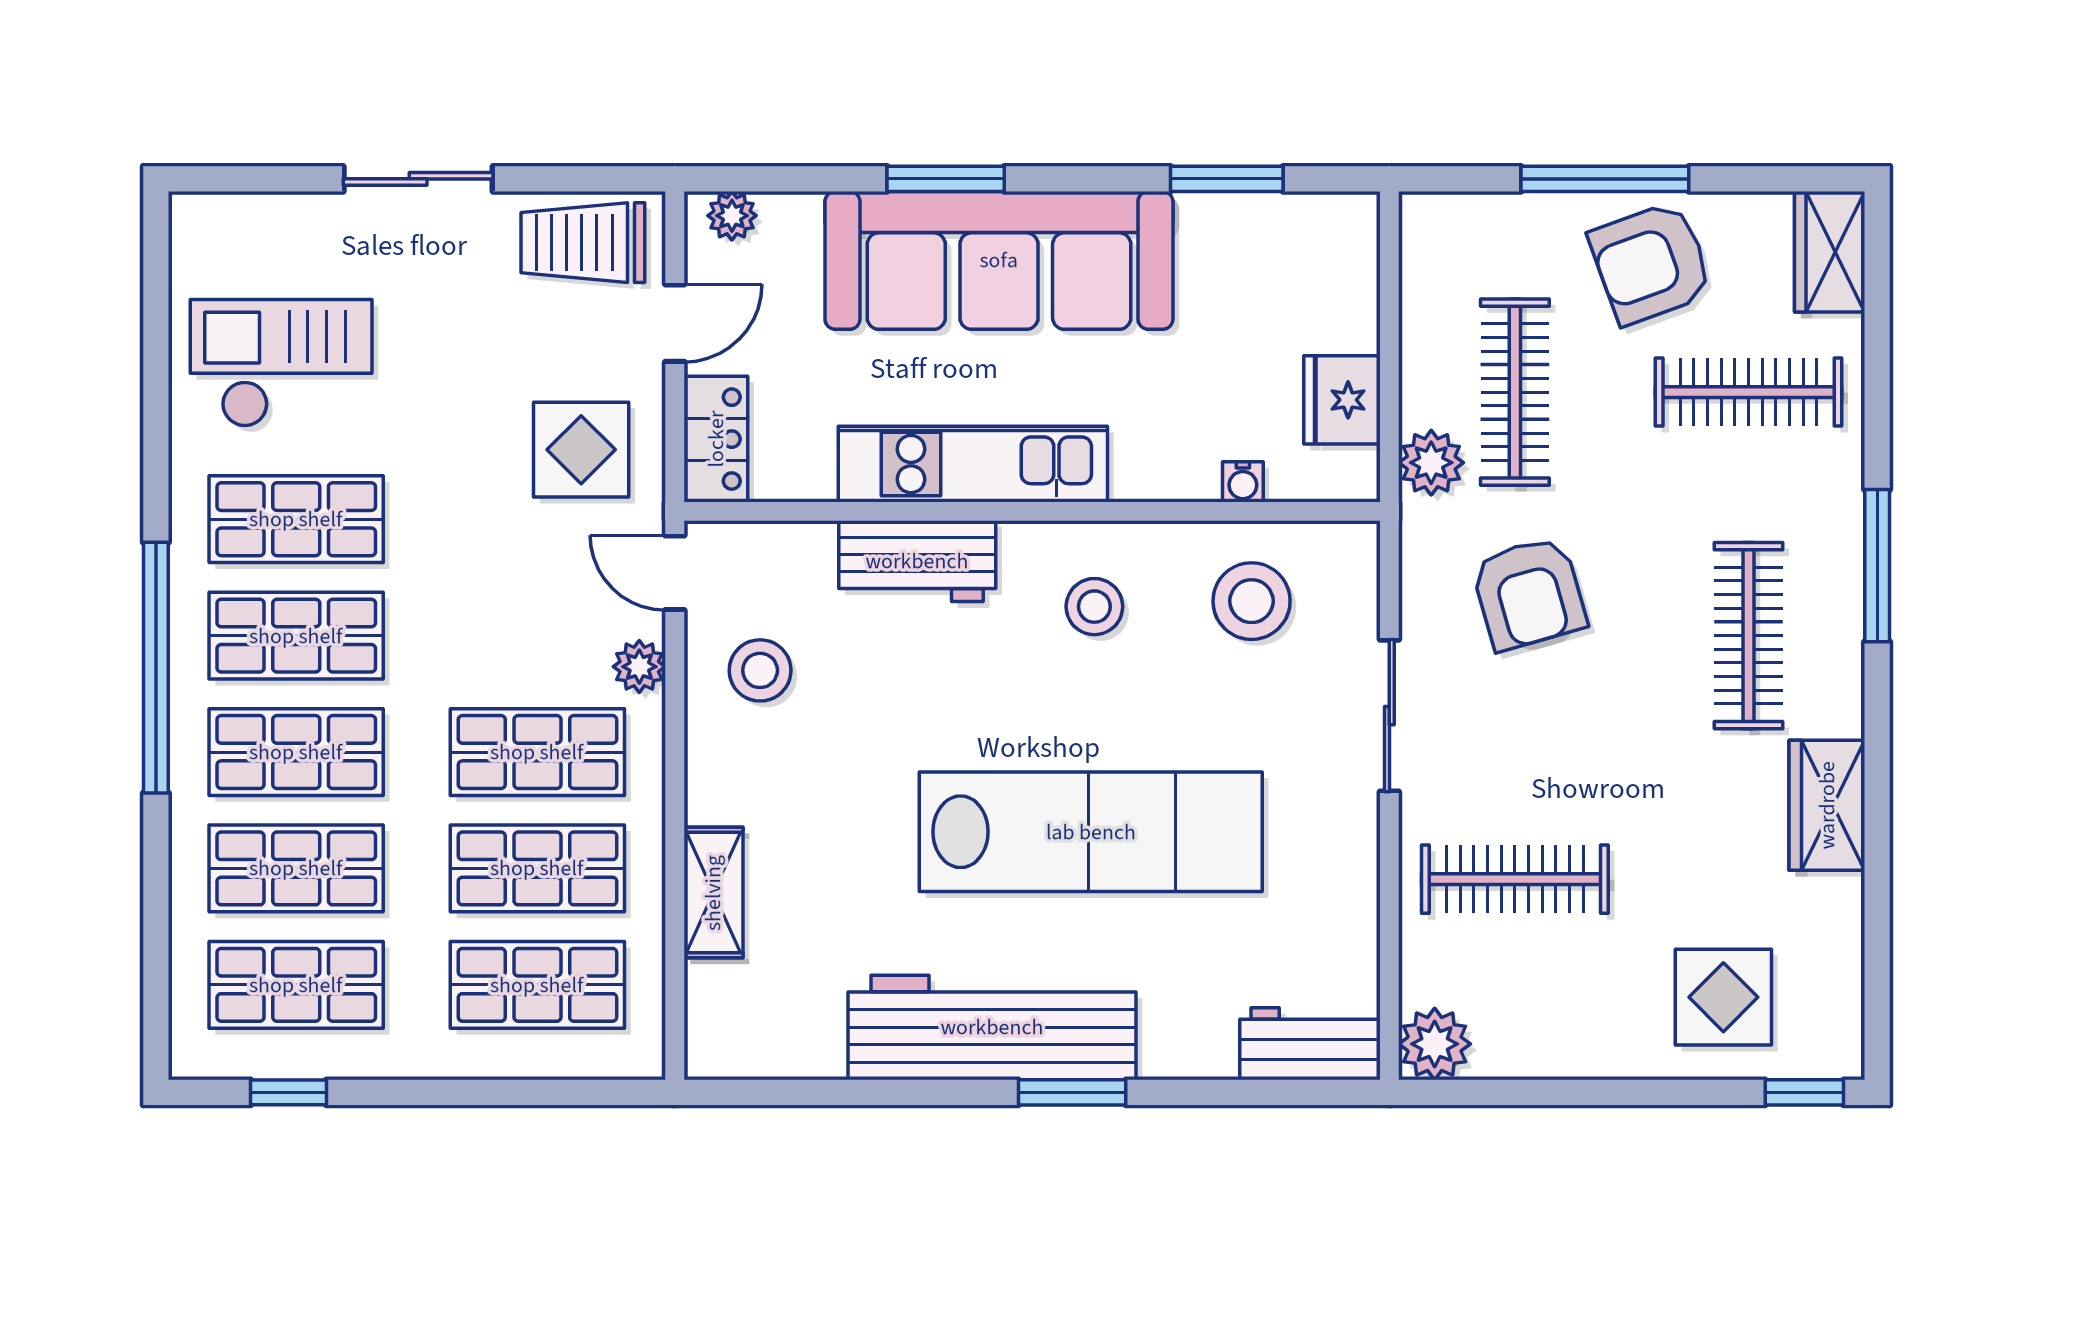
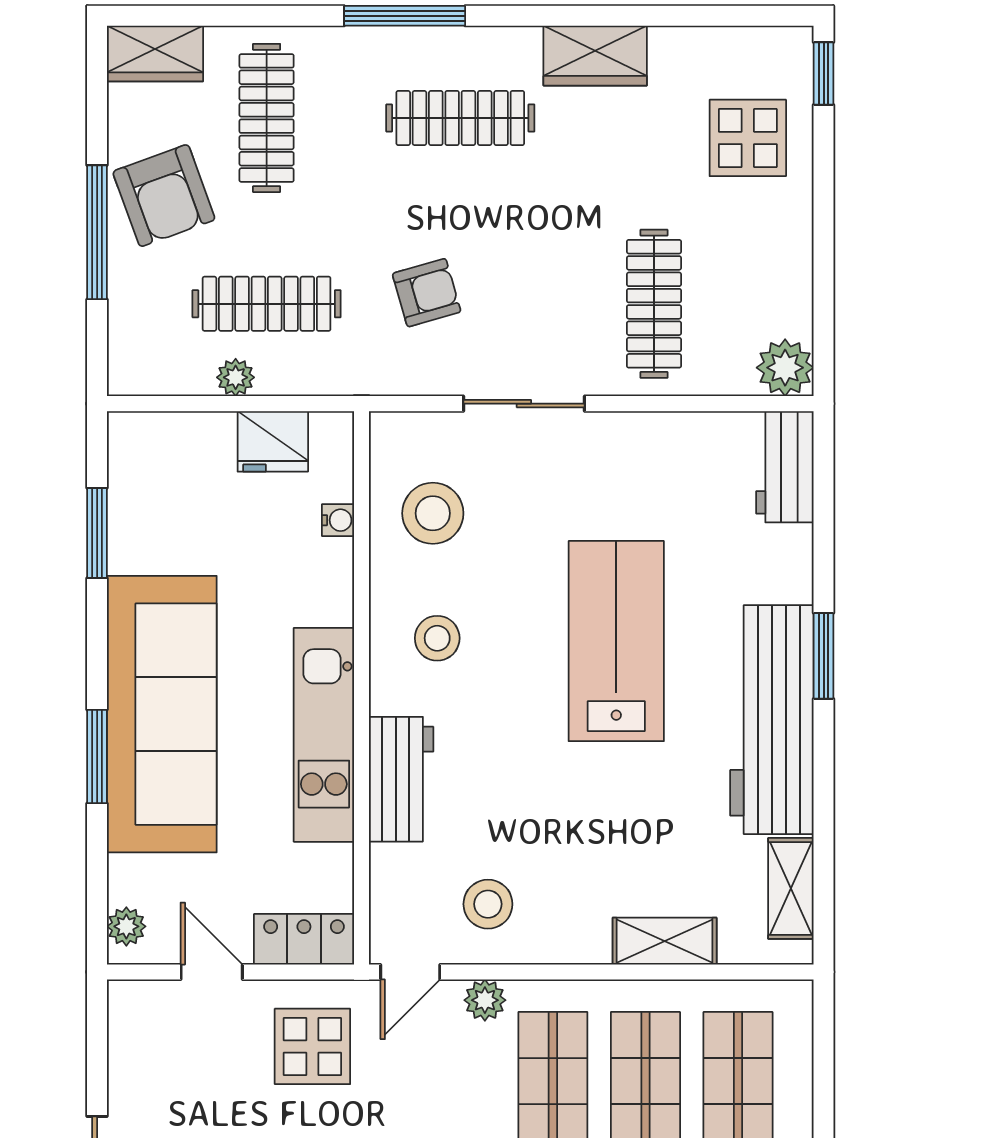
trolley: (583, 243) -> (148, 1045), removed
plant: (1431, 463) -> (236, 377), moved, width x0.73, depth x0.73
armchair: (1529, 593) -> (427, 293), width x0.72, depth x0.72
lab bench: (1091, 832) -> (616, 641), width x0.73
shelving: (780, 1051) -> (791, 888), added

